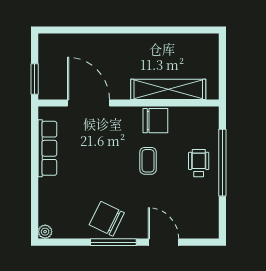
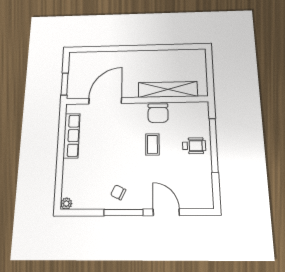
door: (88, 103) -> (105, 101), hinge flipped
chair: (155, 121) -> (158, 113), turned 90
wheelchair: (199, 163) -> (194, 146), turned 90
chair: (107, 219) -> (118, 192), width x0.54, depth x0.54

